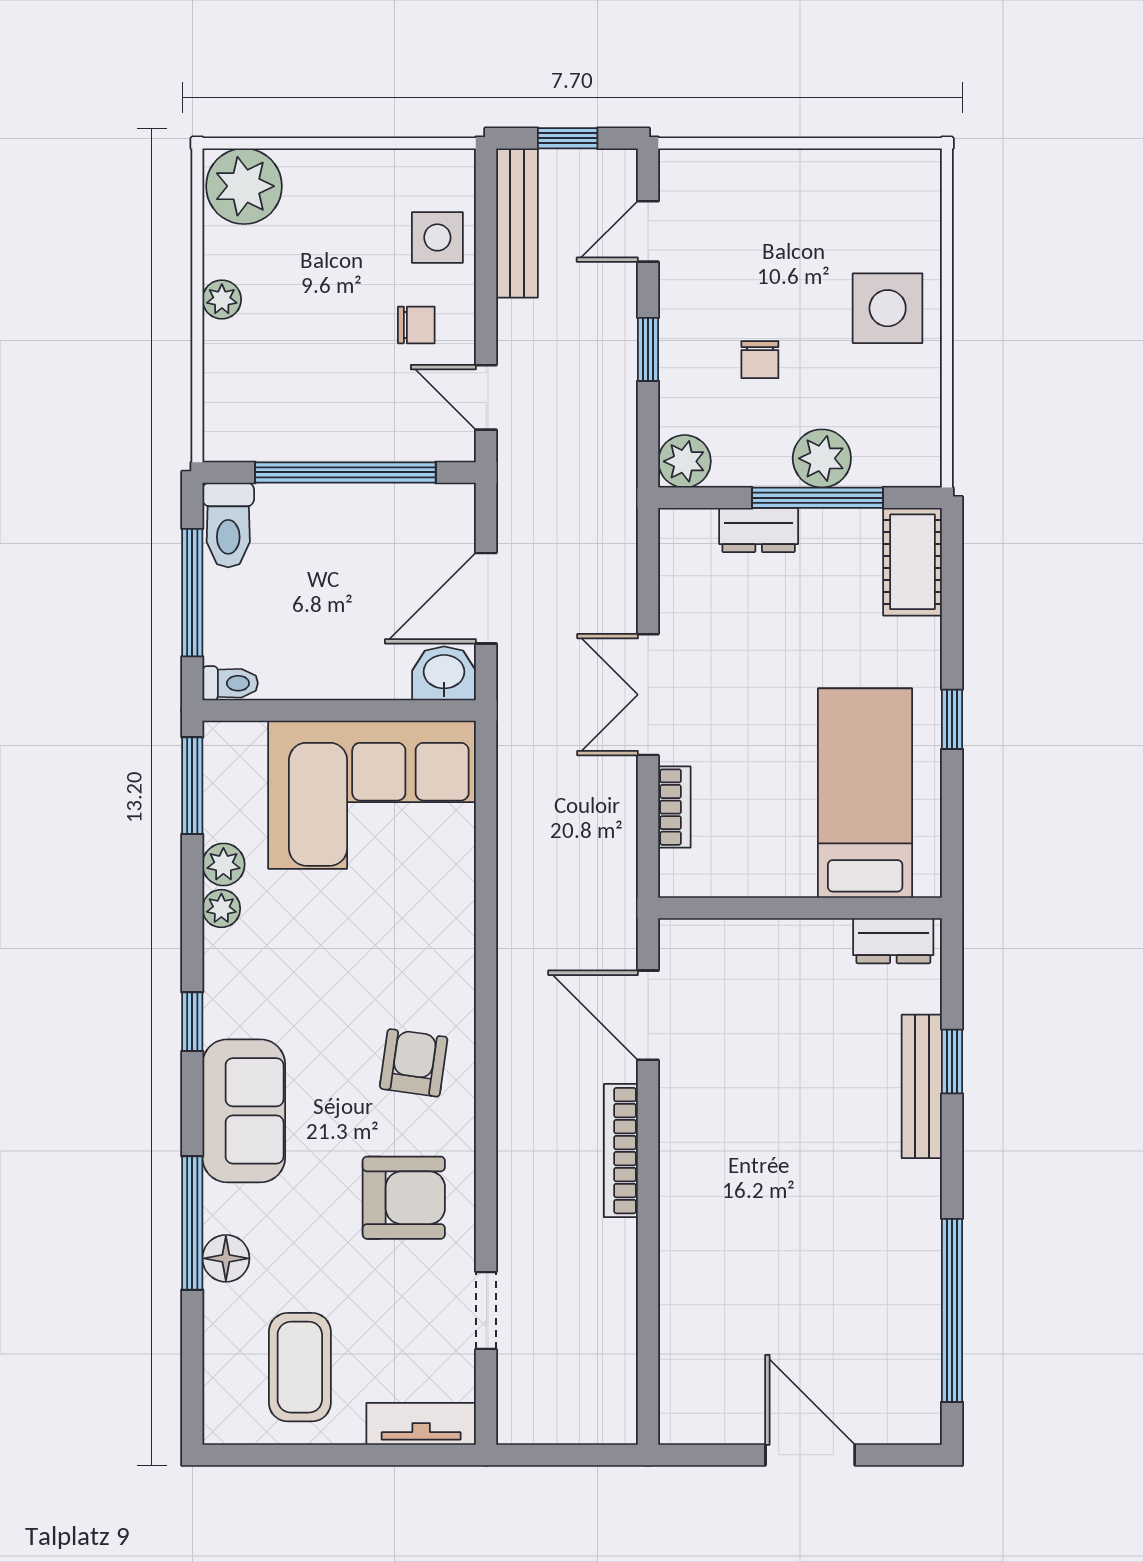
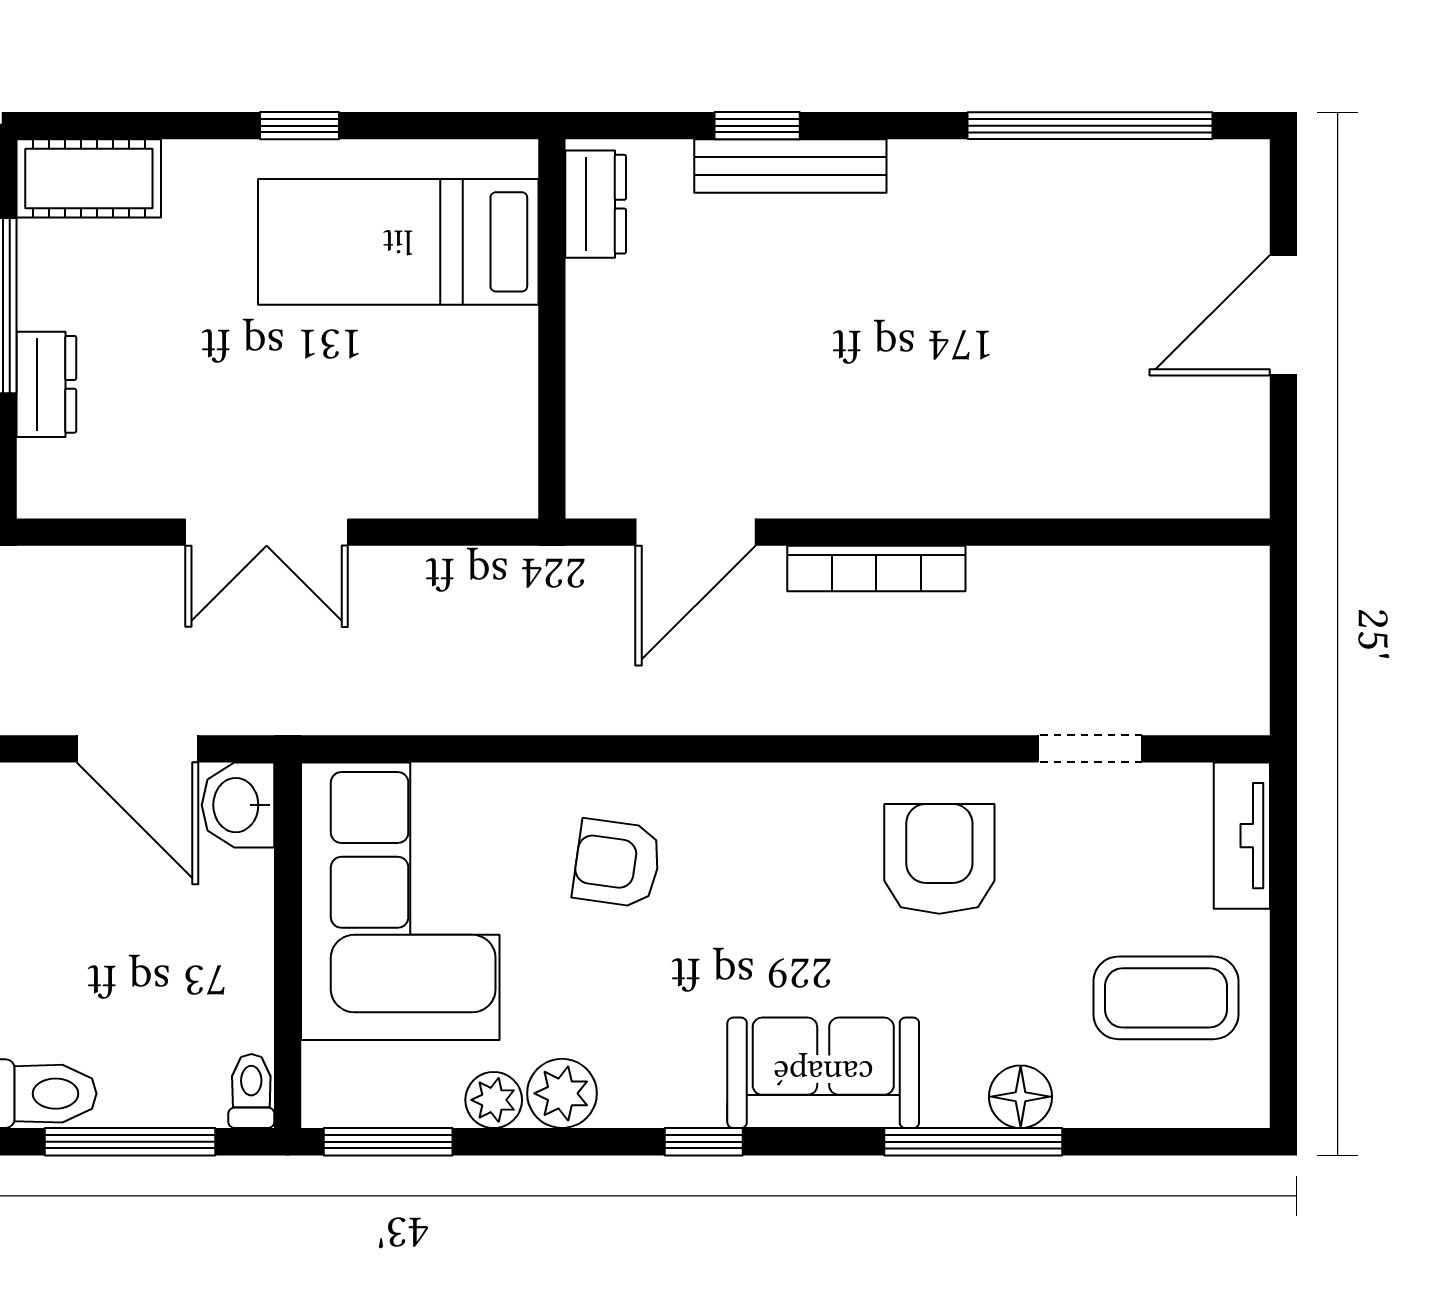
bookcase: (674, 807) -> (417, 497), removed
plant: (221, 908) -> (562, 1093), width x1.38, depth x1.38
armchair: (414, 1063) -> (617, 863), moved

